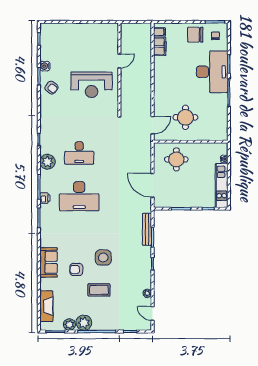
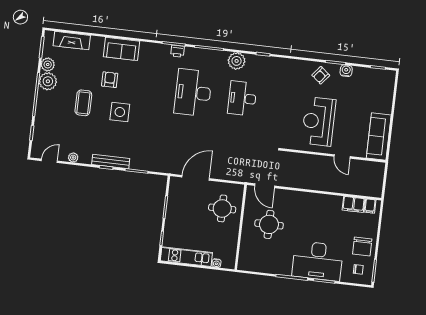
sofa: (99, 31) -> (379, 137), added
chair: (195, 35) -> (362, 247), turned 180
printer: (45, 198) -> (177, 51), moved
bench: (147, 229) -> (111, 162), moved

